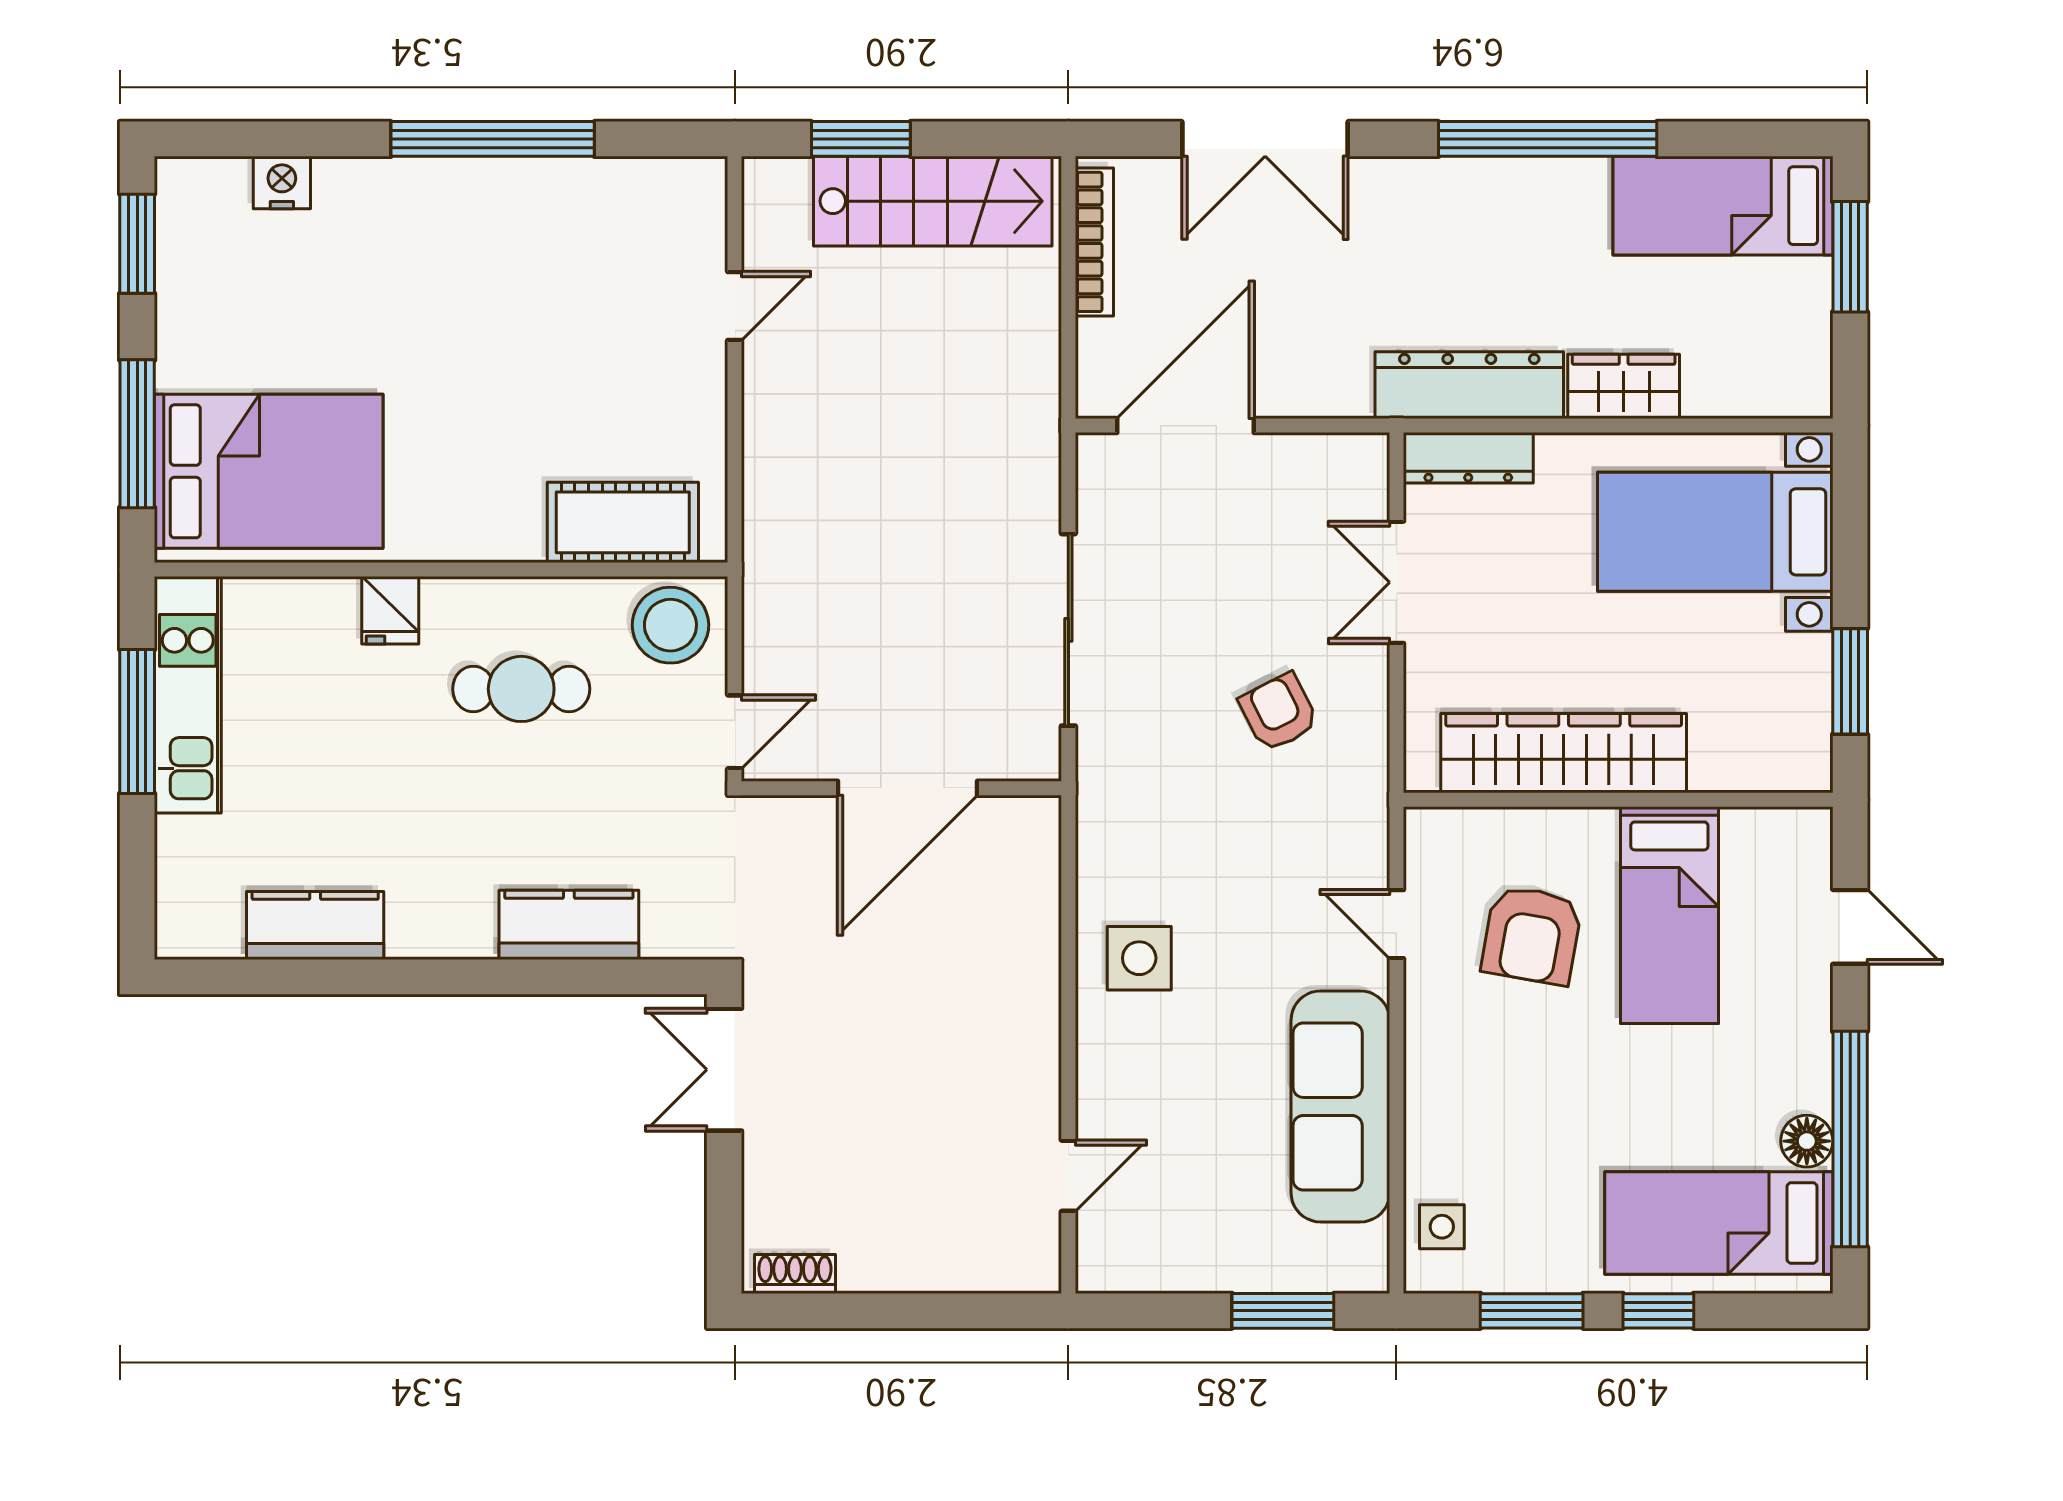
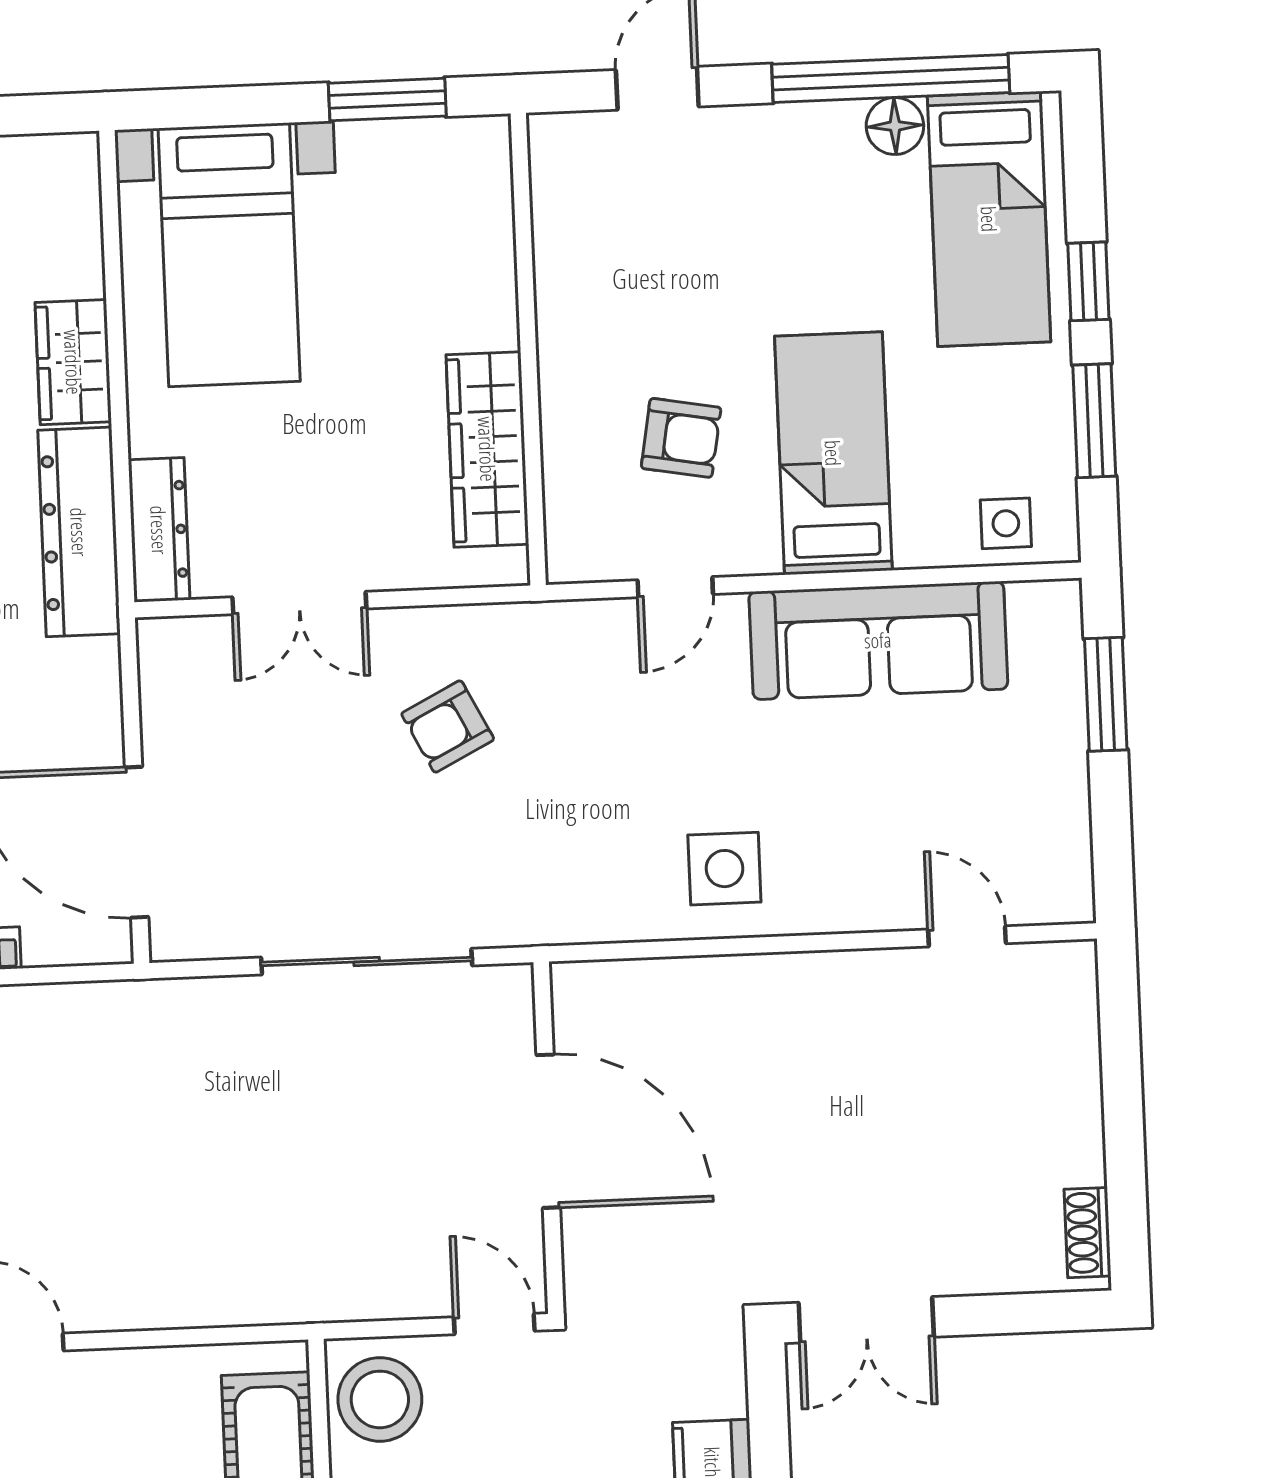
wardrobe: (1564, 753) -> (487, 449), width x0.71, depth x0.85
bed: (1669, 915) -> (833, 453), moved, turned -90
armchair: (1532, 935) -> (681, 438), width x0.72, depth x0.72

